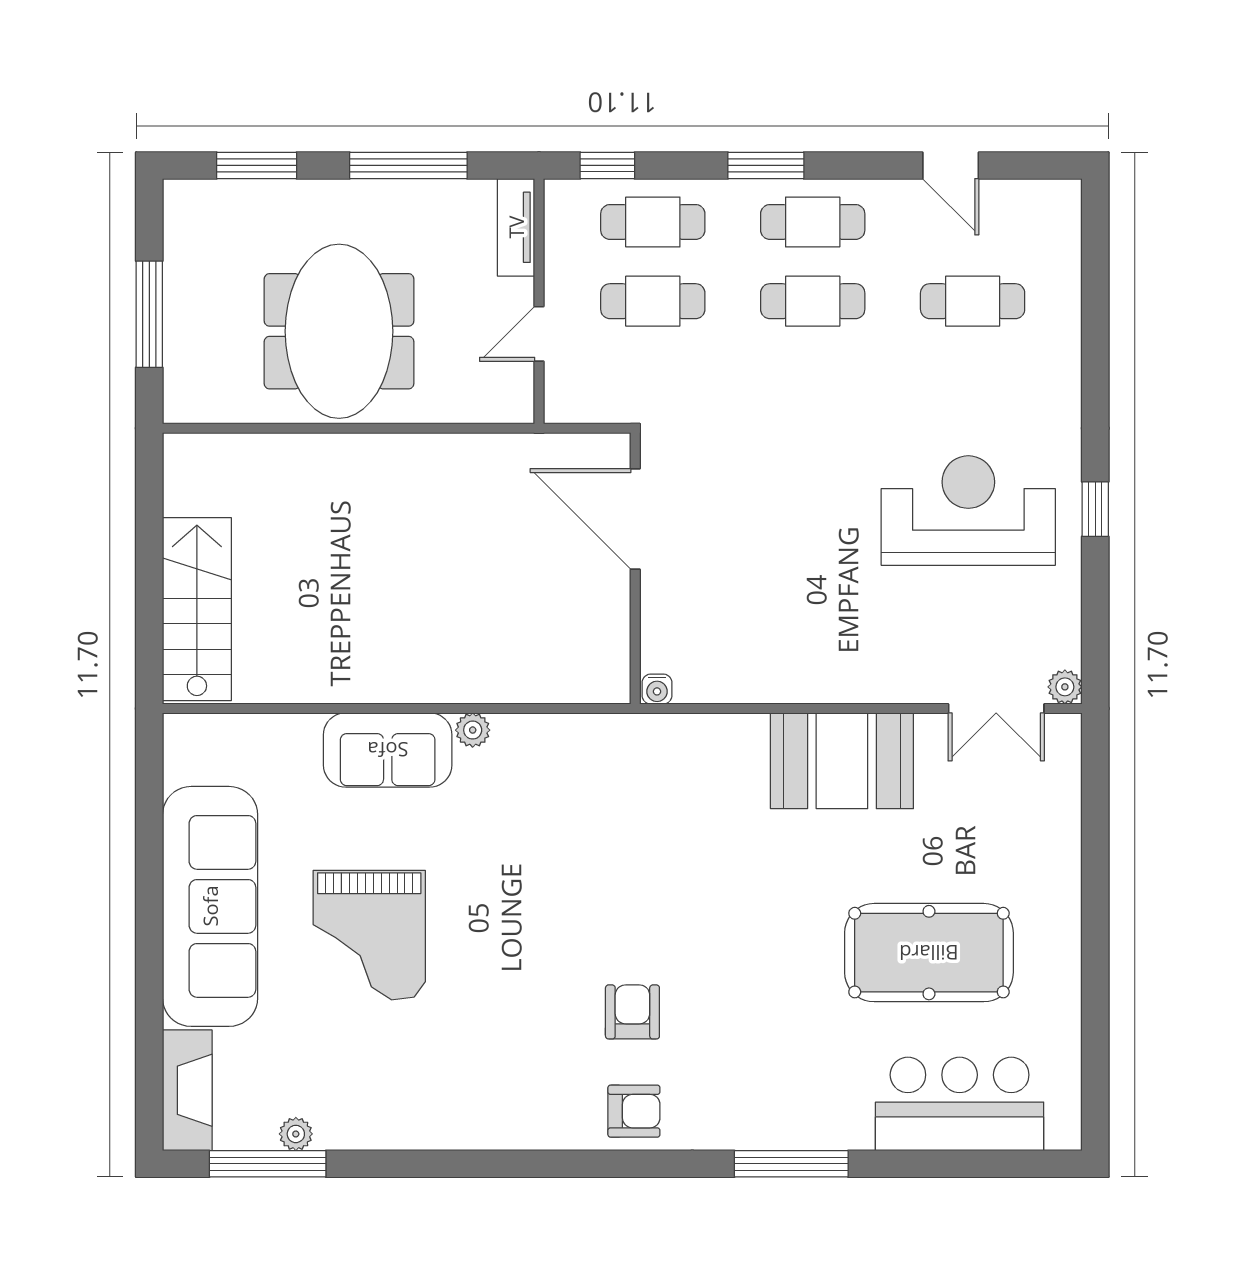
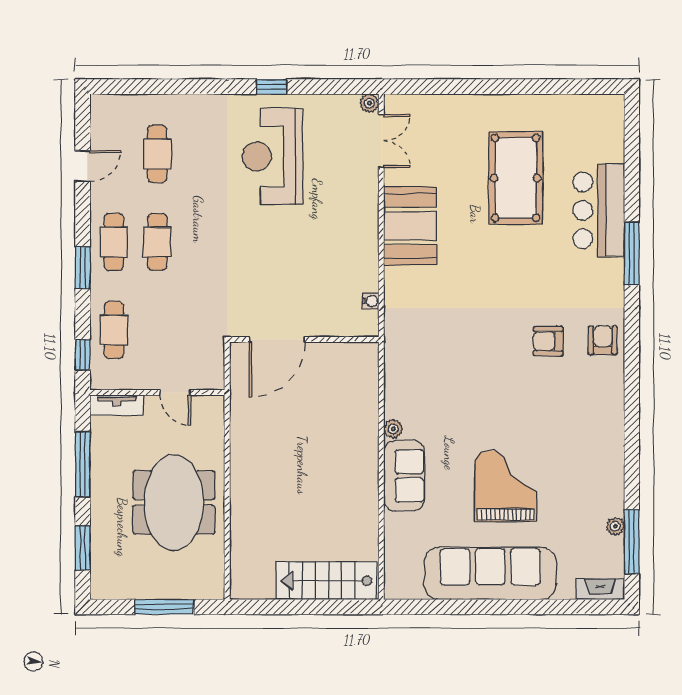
cafe table: (653, 301) -> (157, 330), removed
meeting table: (339, 331) -> (174, 502), turned 90
water cooler: (657, 689) -> (371, 301), moved
grand piano: (369, 935) -> (506, 486), turned -90
fireplace: (187, 1090) -> (600, 589), width x0.73, depth x0.76
bar counter: (960, 1104) -> (599, 210), moved

